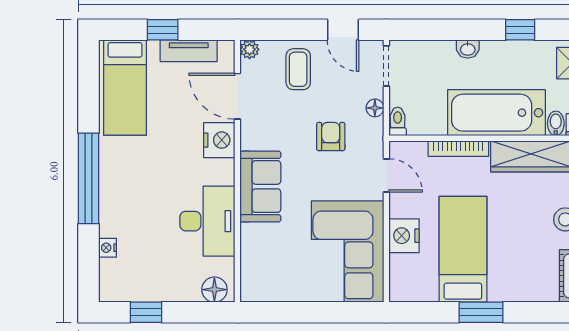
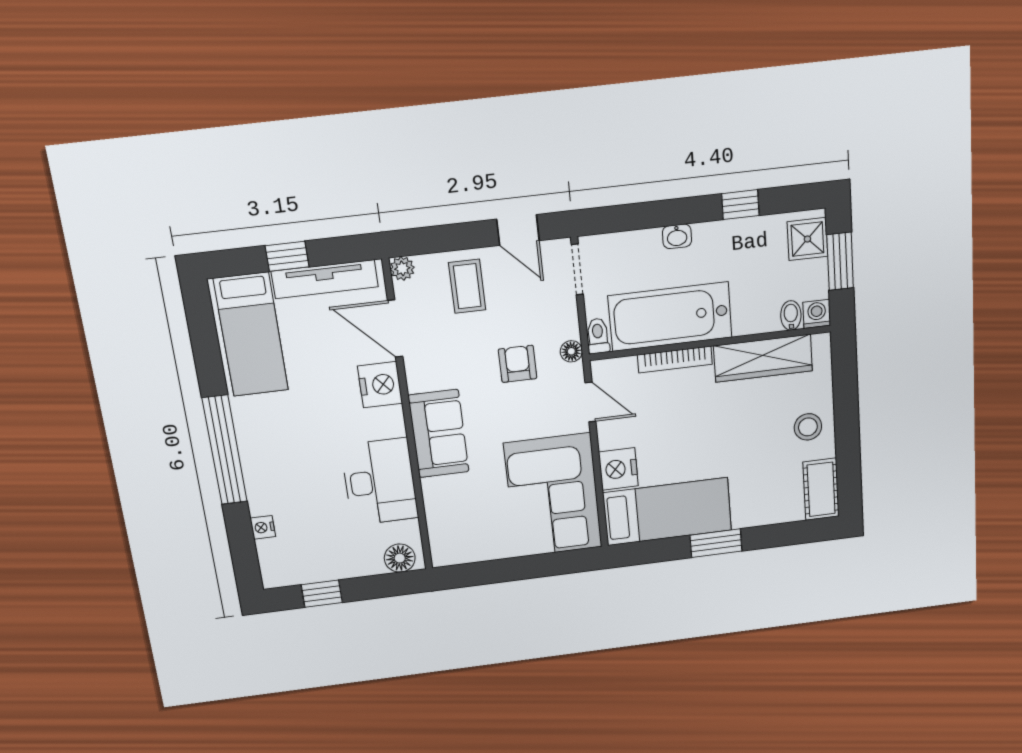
tv unit: (189, 51) -> (325, 279), width x1.41
floor lamp: (375, 108) -> (571, 351), moved
bathtub: (497, 113) -> (670, 317), moved
bed: (463, 249) -> (667, 512), moved, turned 90

